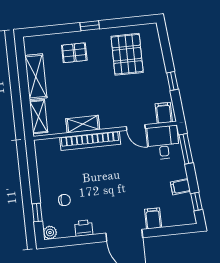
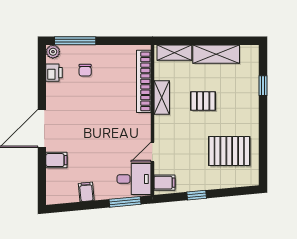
window: (90, 26) -> (263, 86), moved
pallet: (74, 53) -> (203, 101), moved, turned 90
bookcase: (90, 141) -> (144, 81), moved
window: (197, 202) -> (69, 207), removed
window: (37, 213) -> (75, 41), width x2.17
printer: (84, 228) -> (54, 73), moved

